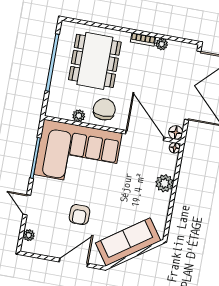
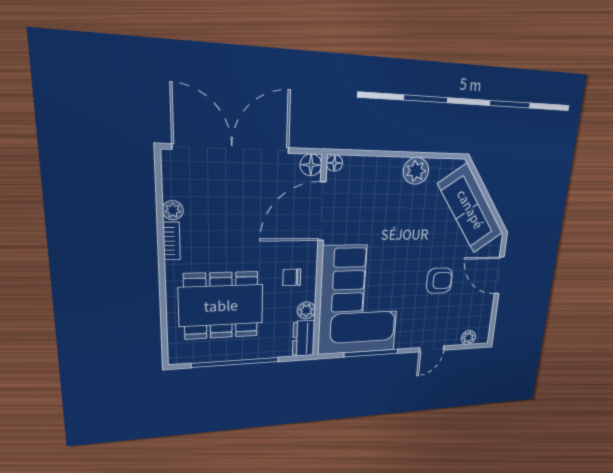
chair: (104, 109) -> (292, 277), width x0.54, depth x0.54
dresser: (59, 111) -> (304, 338), added
plant: (164, 183) -> (416, 171), moved

